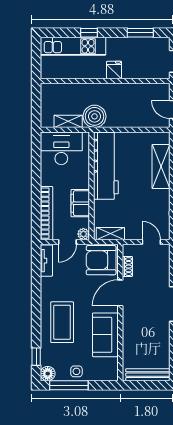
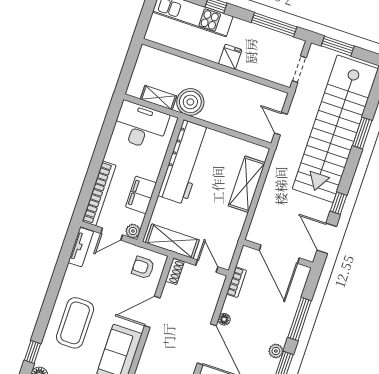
window: (140, 33) -> (274, 25), width x1.44
shelving: (110, 234) -> (172, 241), width x1.50, depth x1.33
armchair: (101, 260) -> (143, 267), width x0.53, depth x0.53
shoe rack: (127, 267) -> (175, 272), moved

